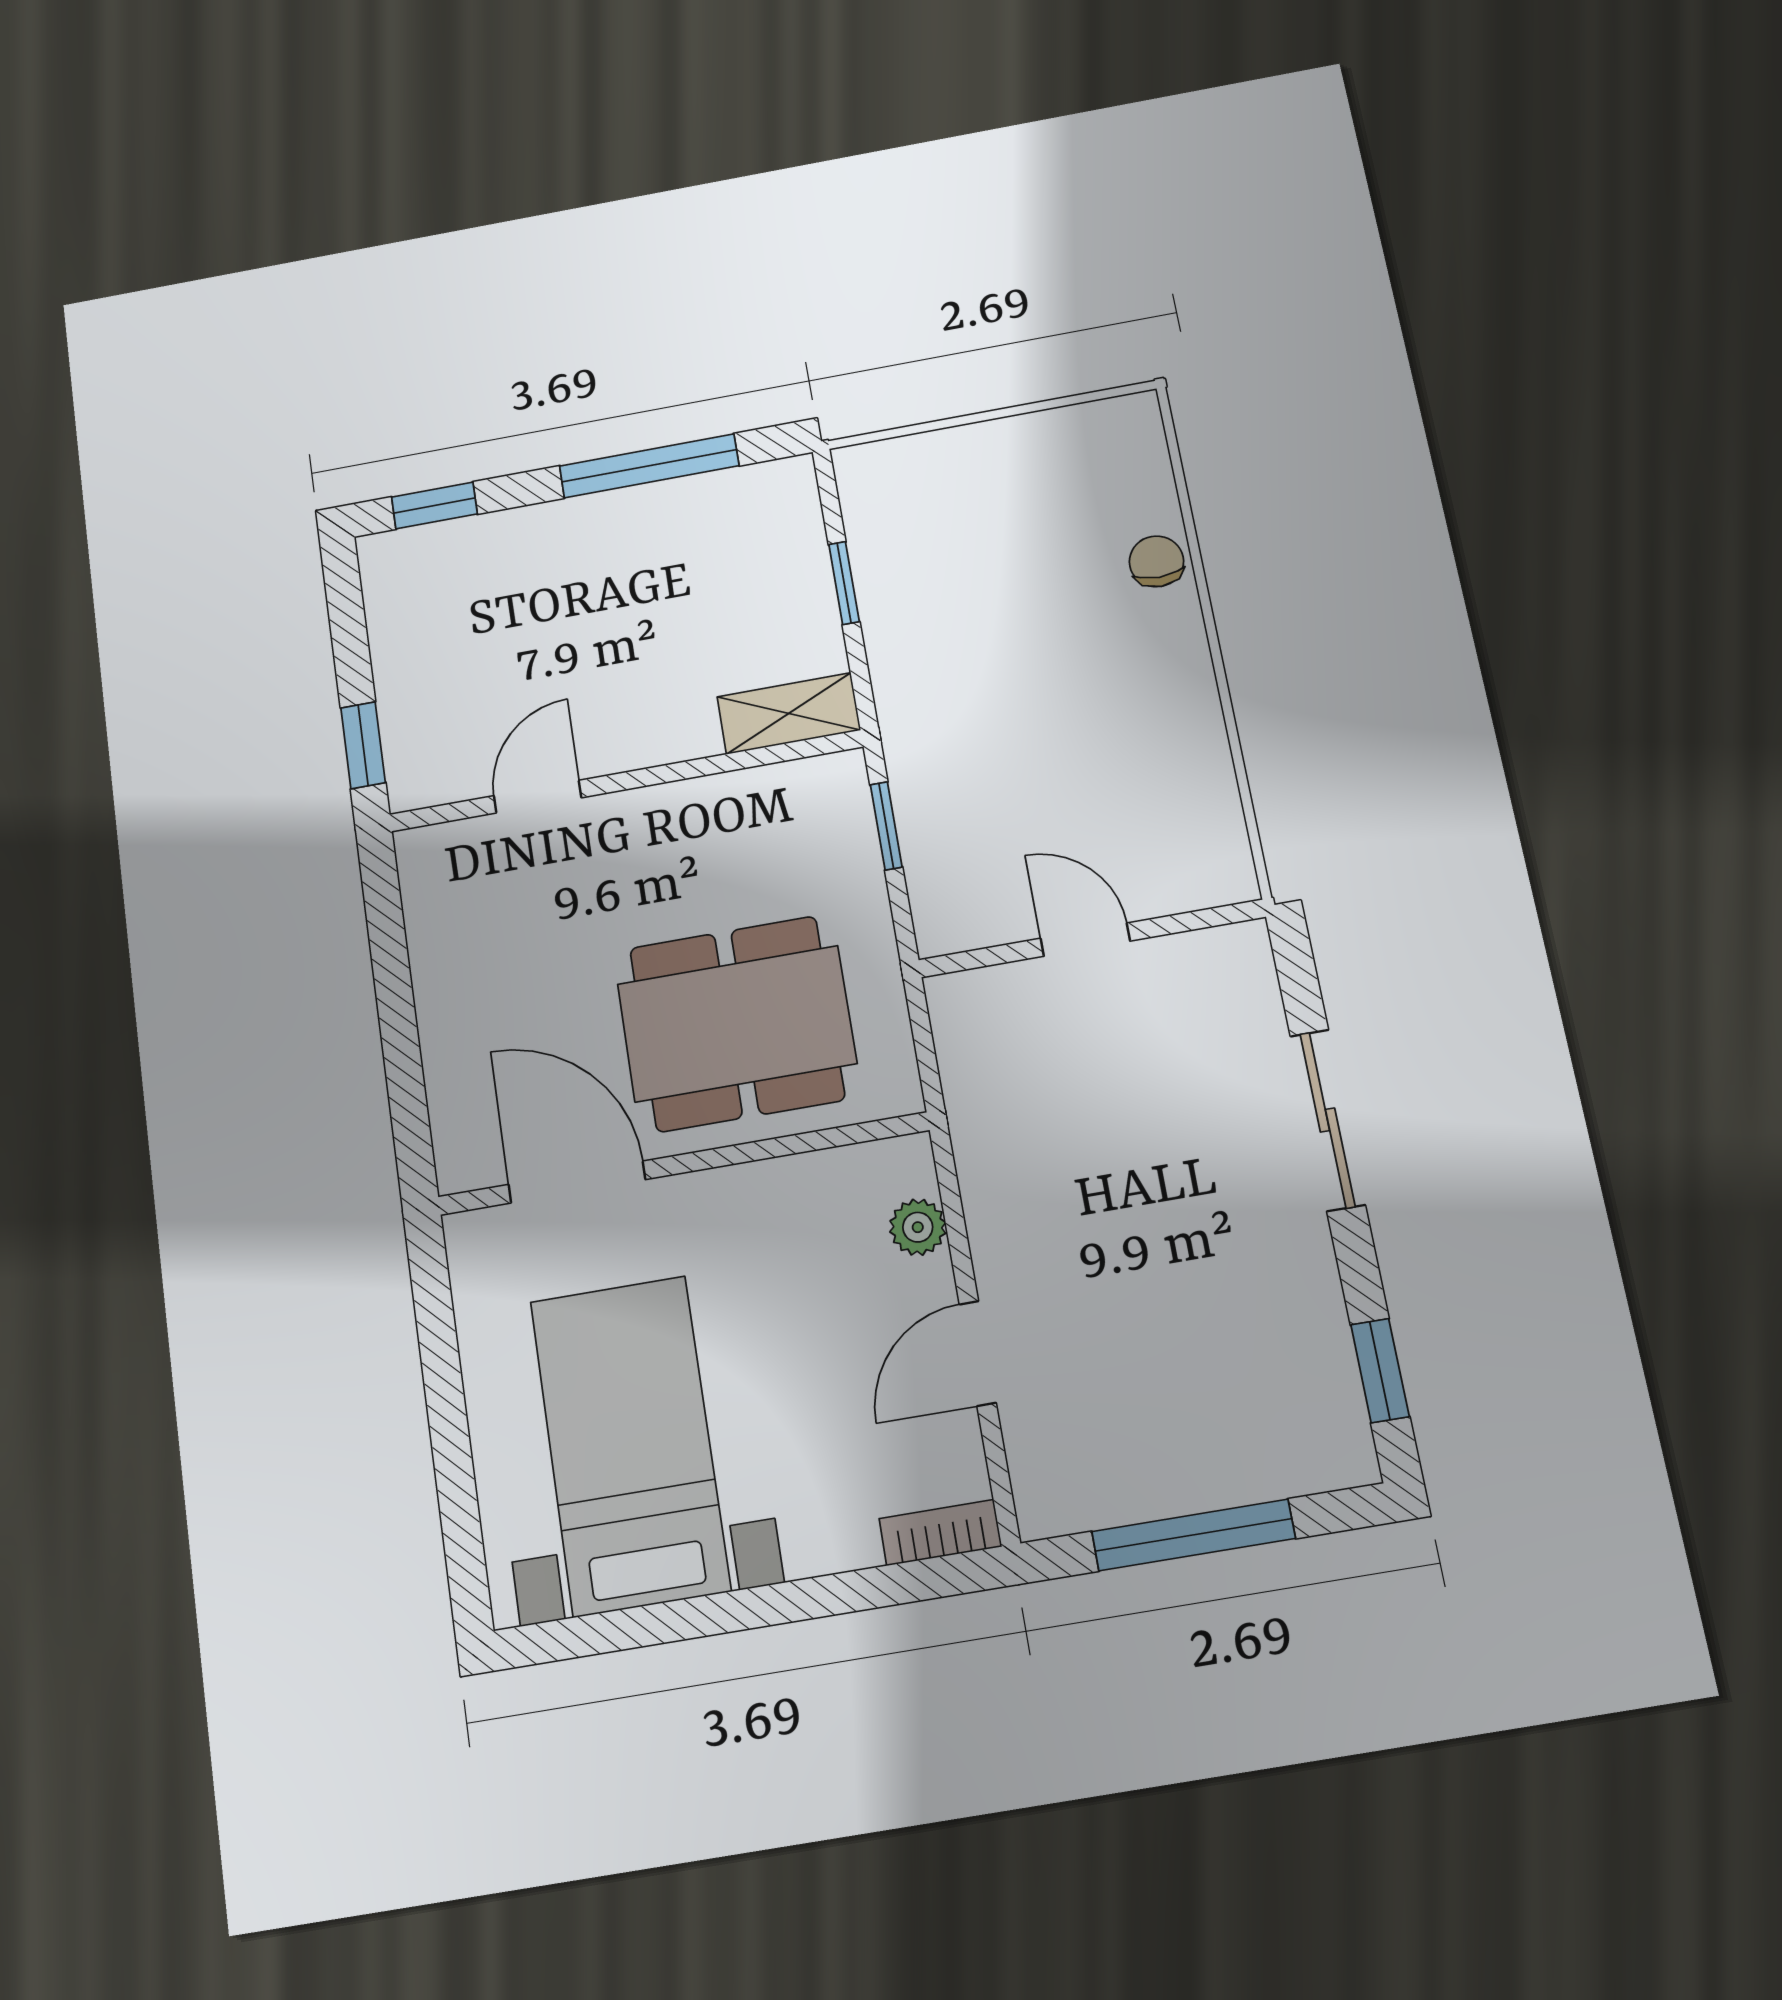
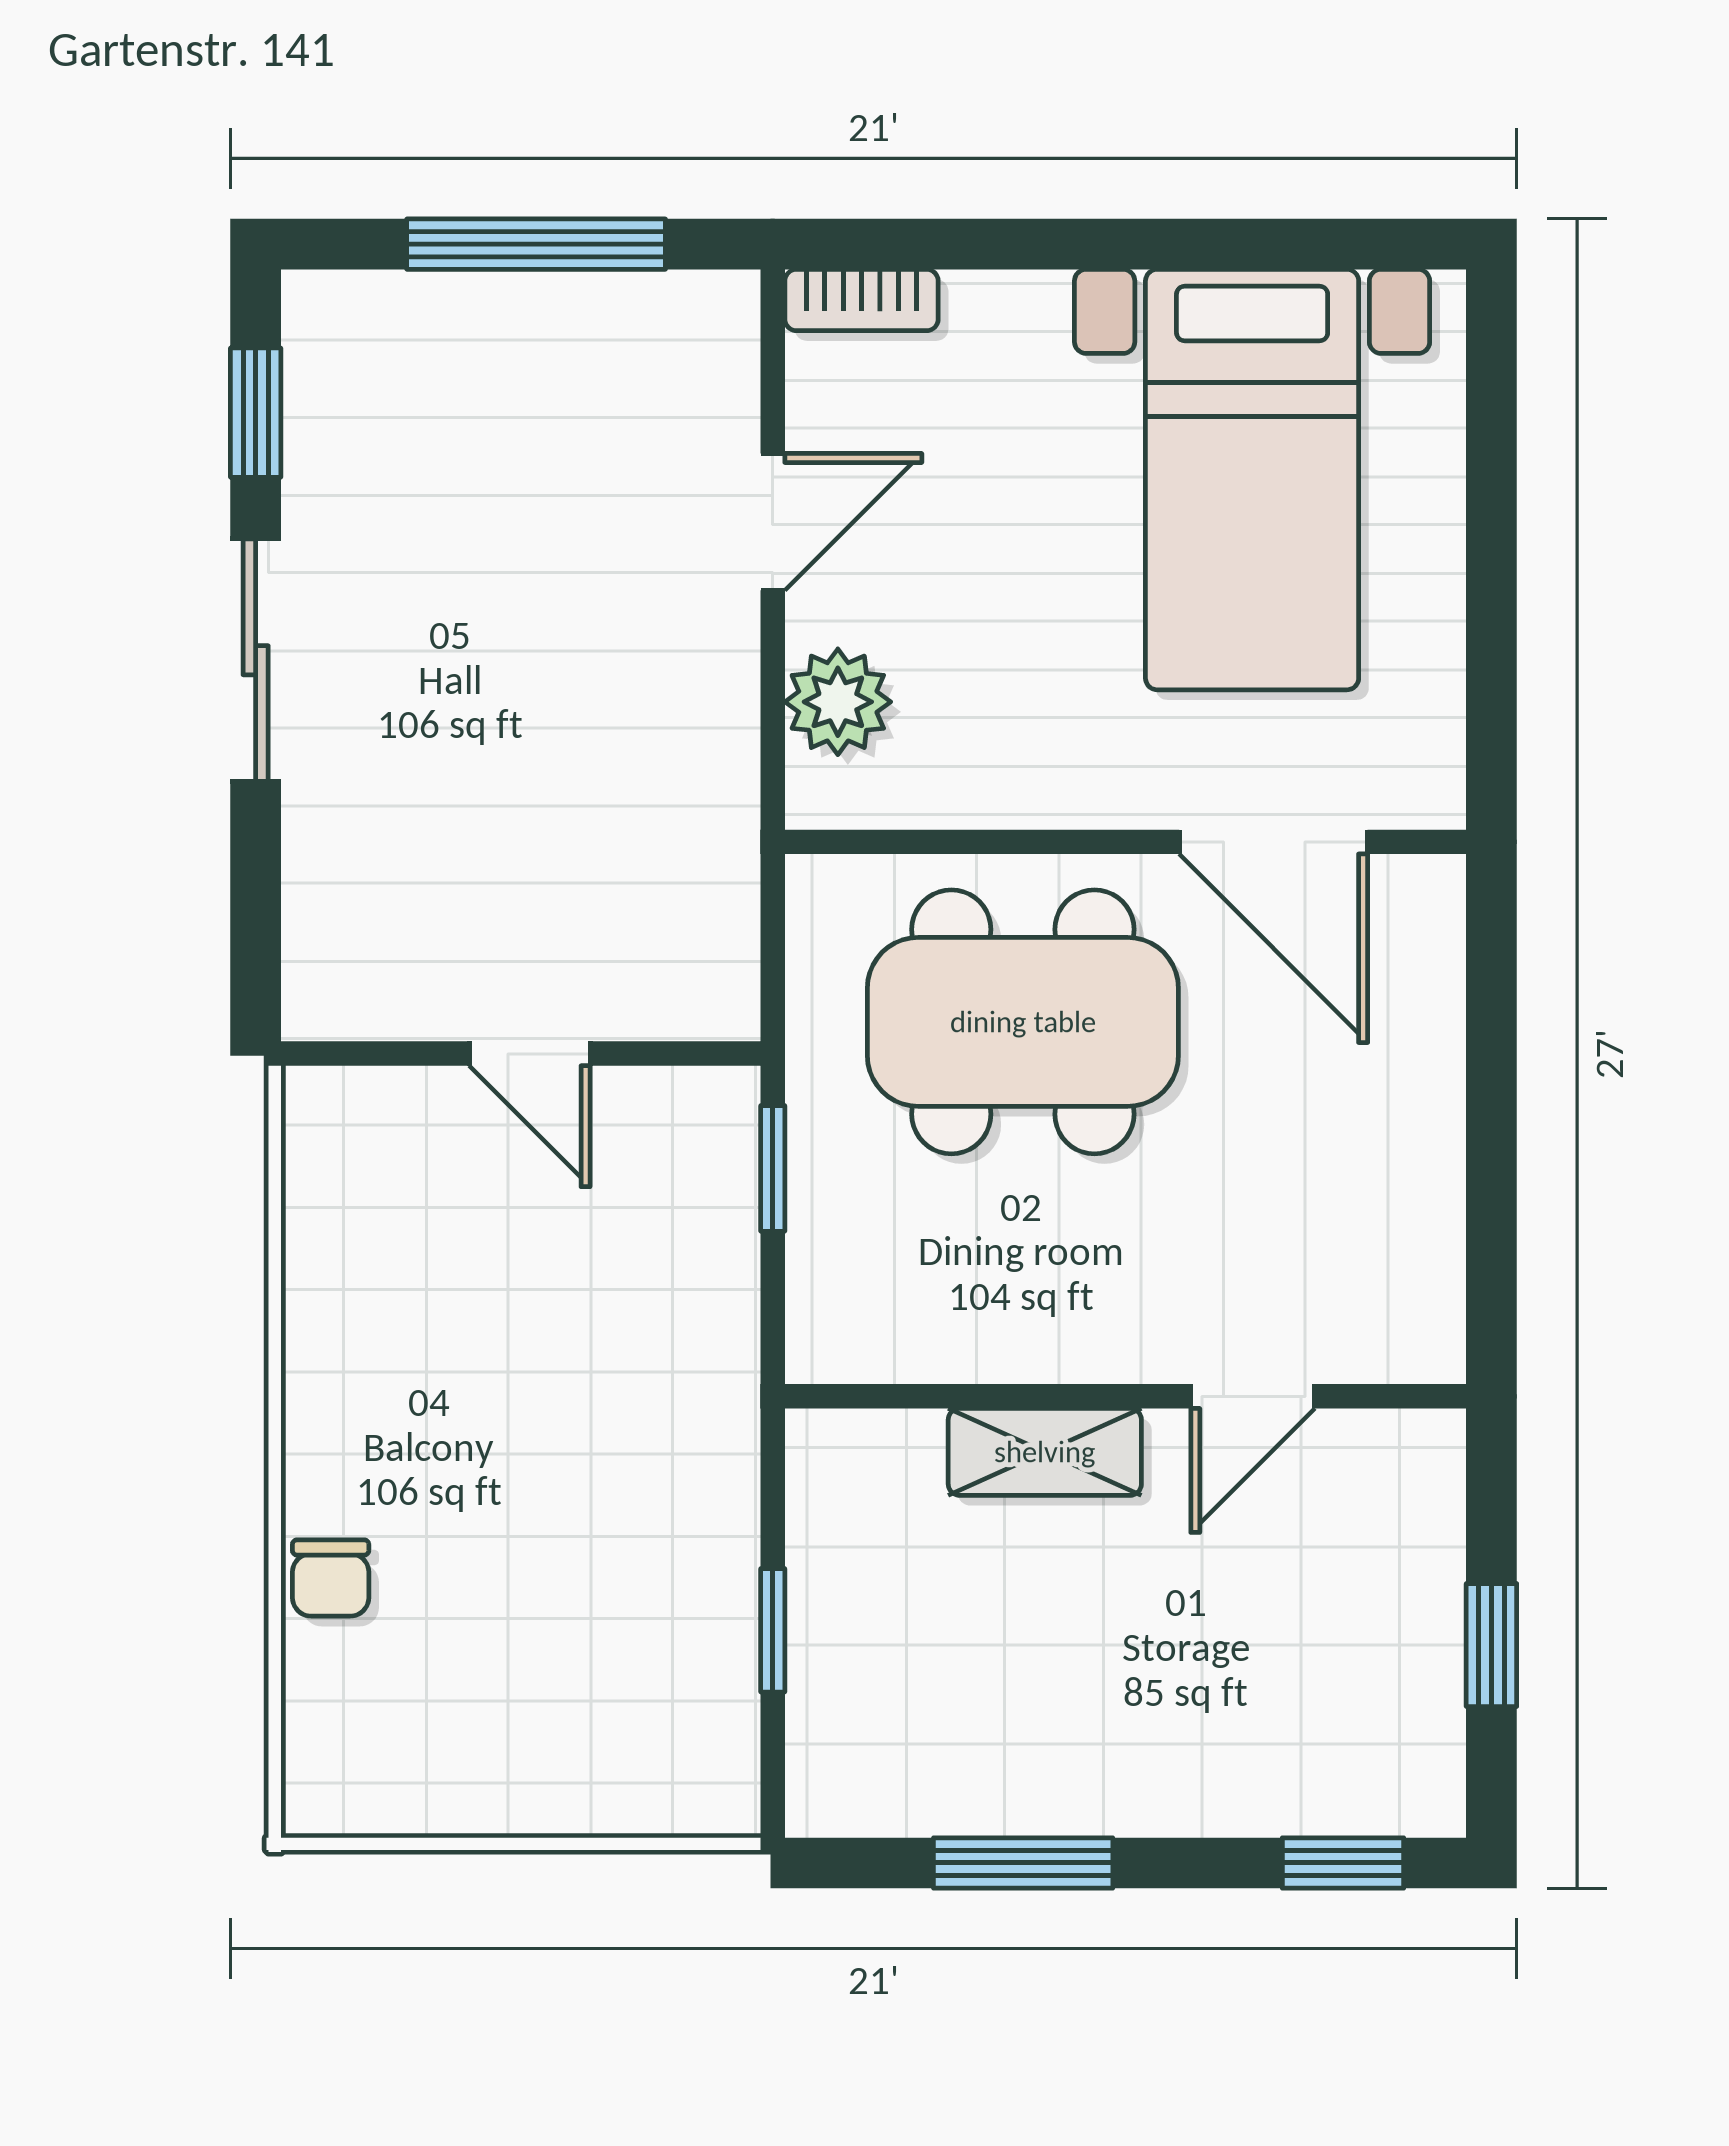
window: (649, 466) -> (1023, 1863), width x0.69
shelving: (789, 713) -> (1045, 1452), moved
window: (363, 745) -> (1491, 1645), moved
window: (886, 826) -> (773, 1168), moved
sliding door: (1328, 1120) -> (256, 660), moved
plant: (918, 1227) -> (838, 702), width x1.38, depth x1.38

